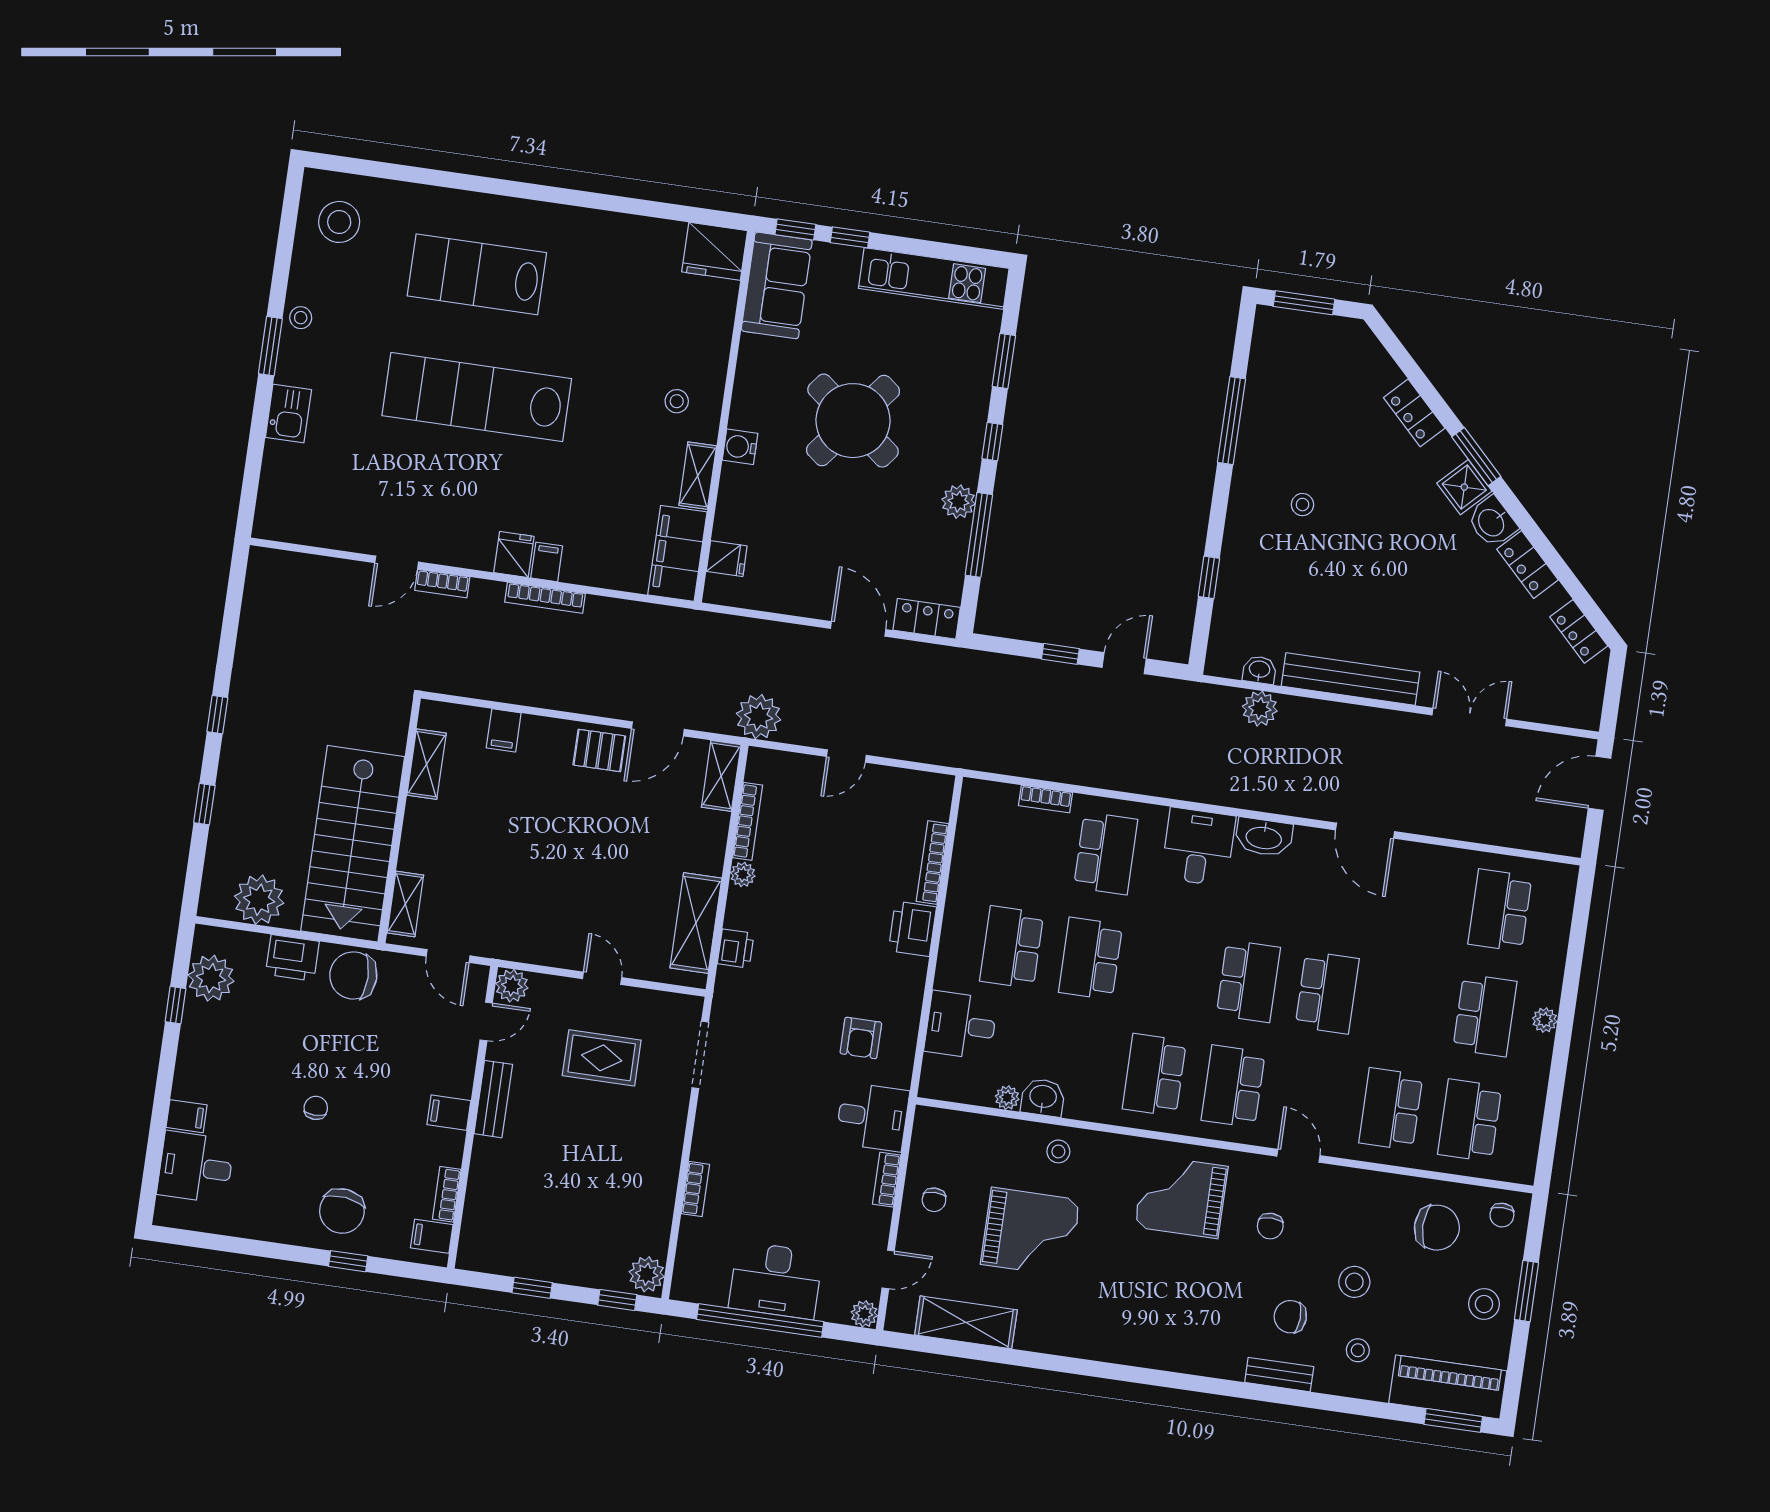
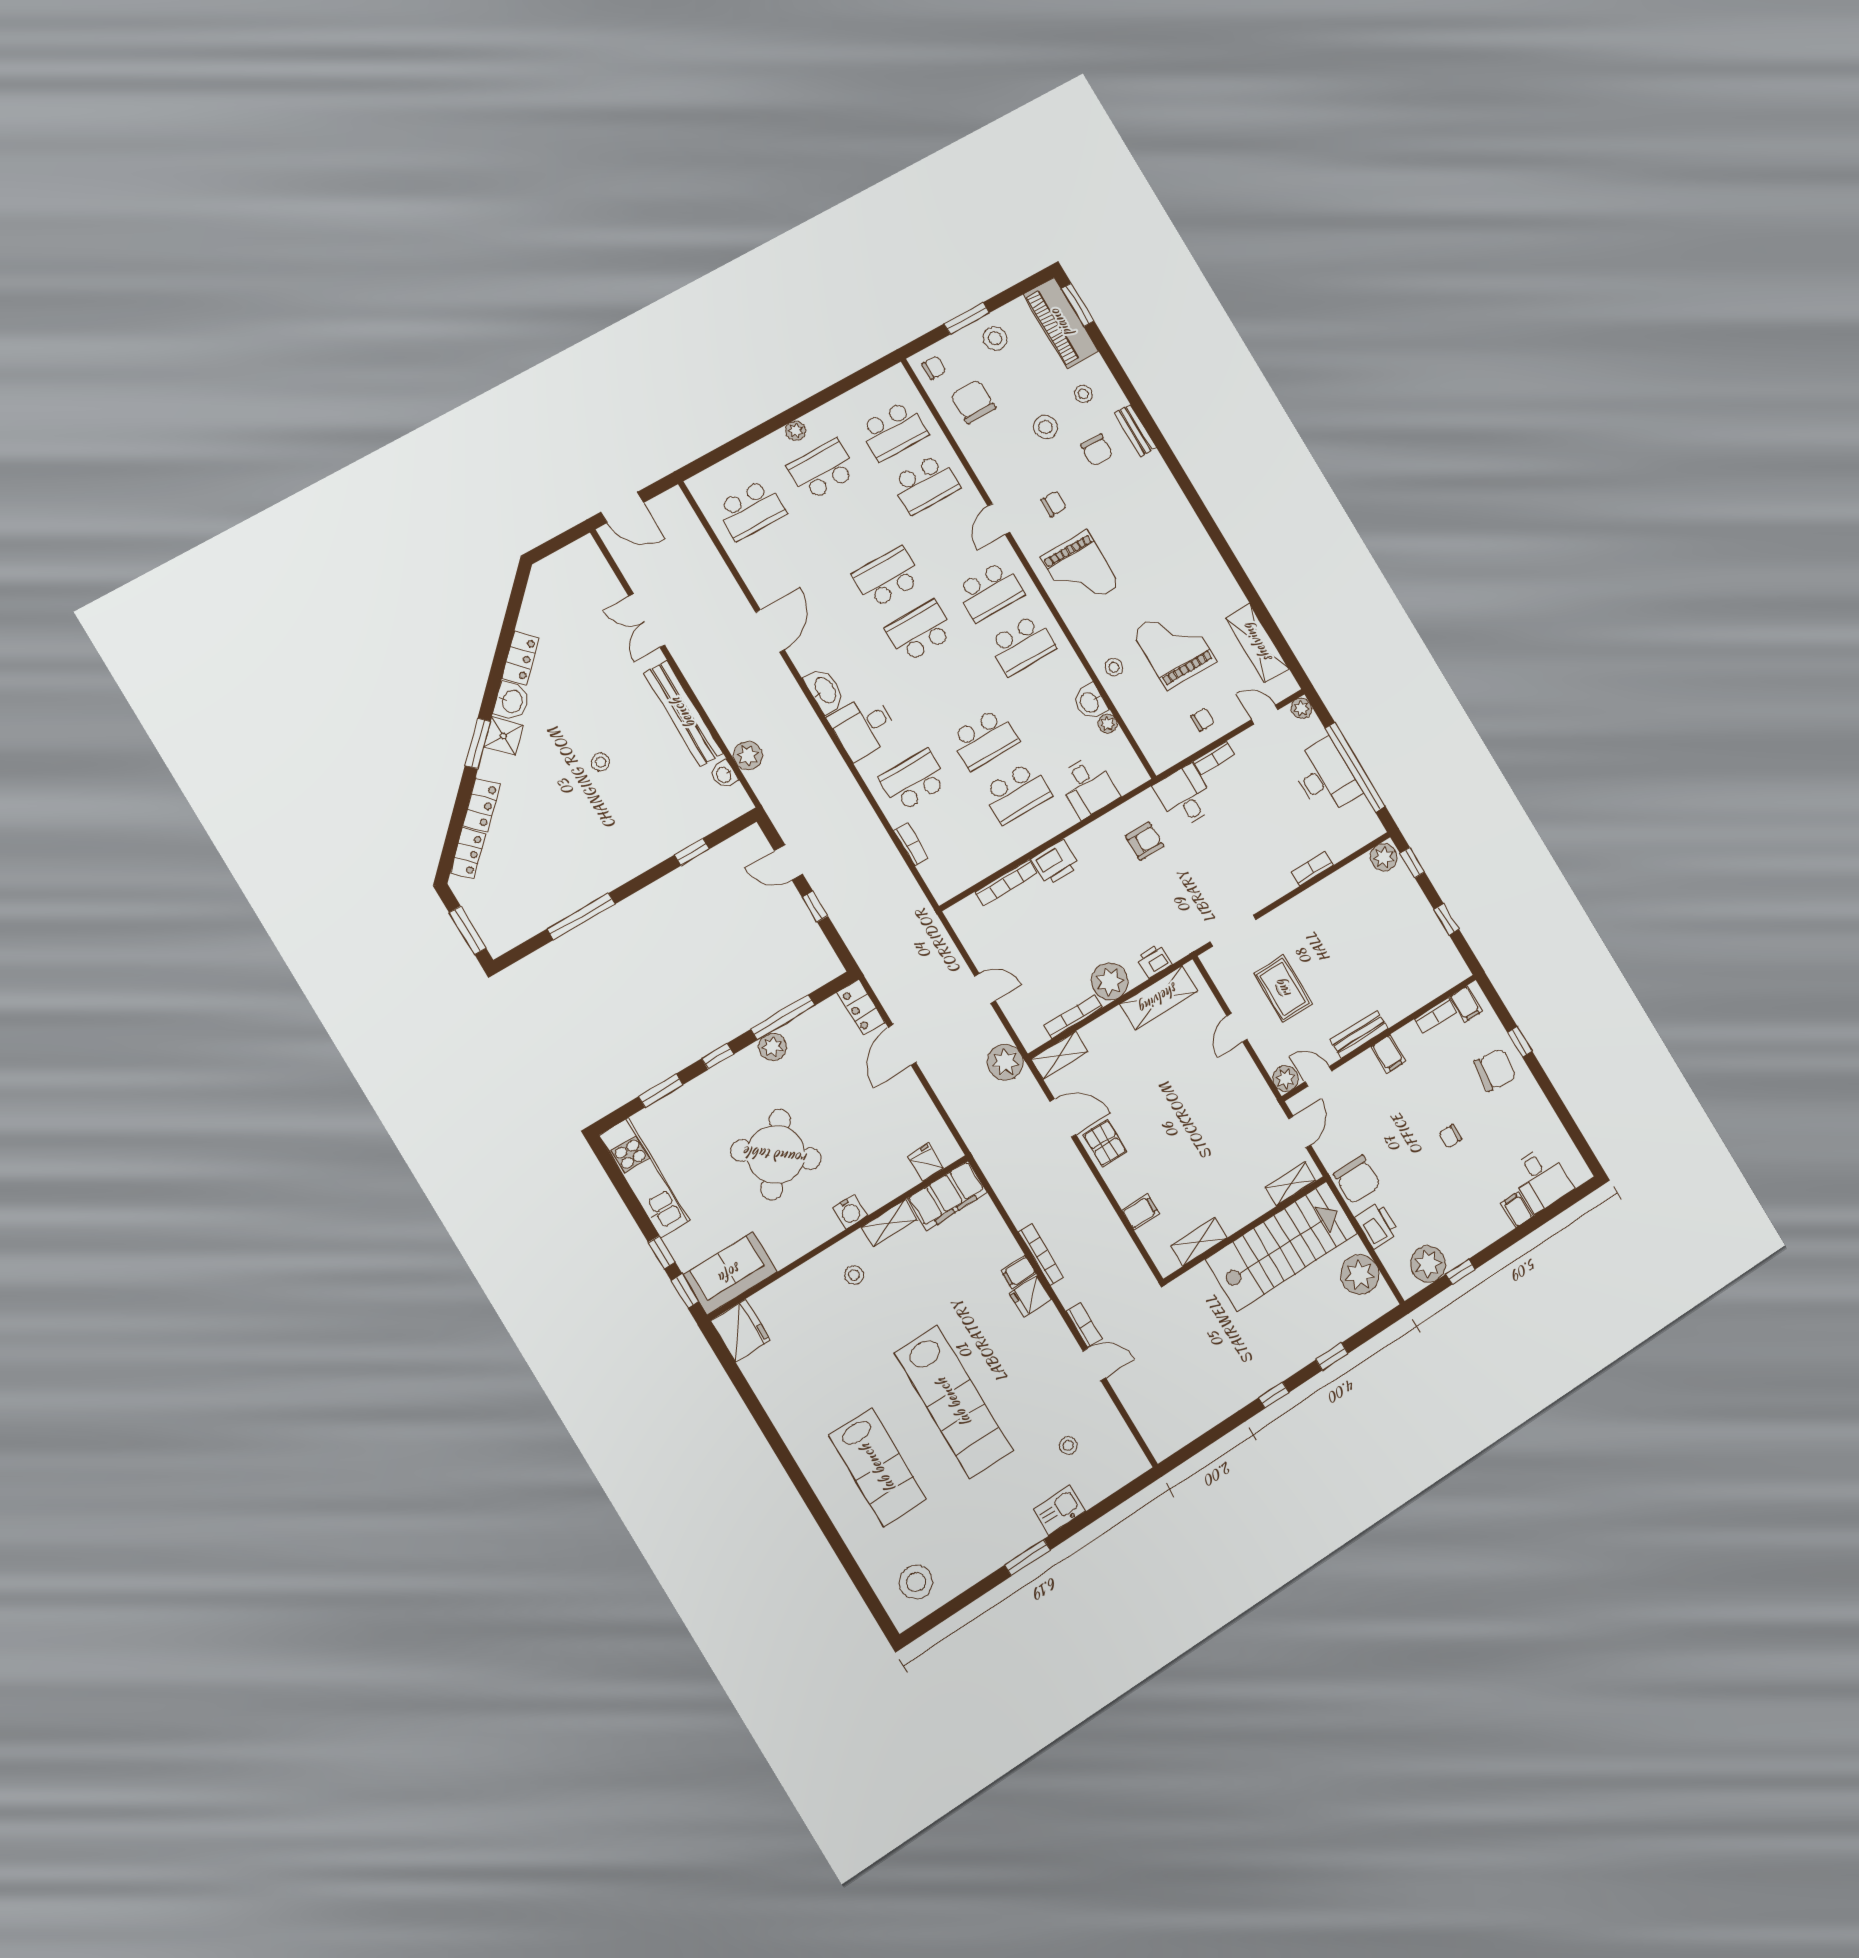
stool: (301, 318) -> (1068, 1445), moved
stool: (1303, 505) -> (601, 762), moved
locker: (1579, 631) -> (468, 853), moved
plant: (743, 874) -> (1110, 981), width x1.88, depth x1.88

